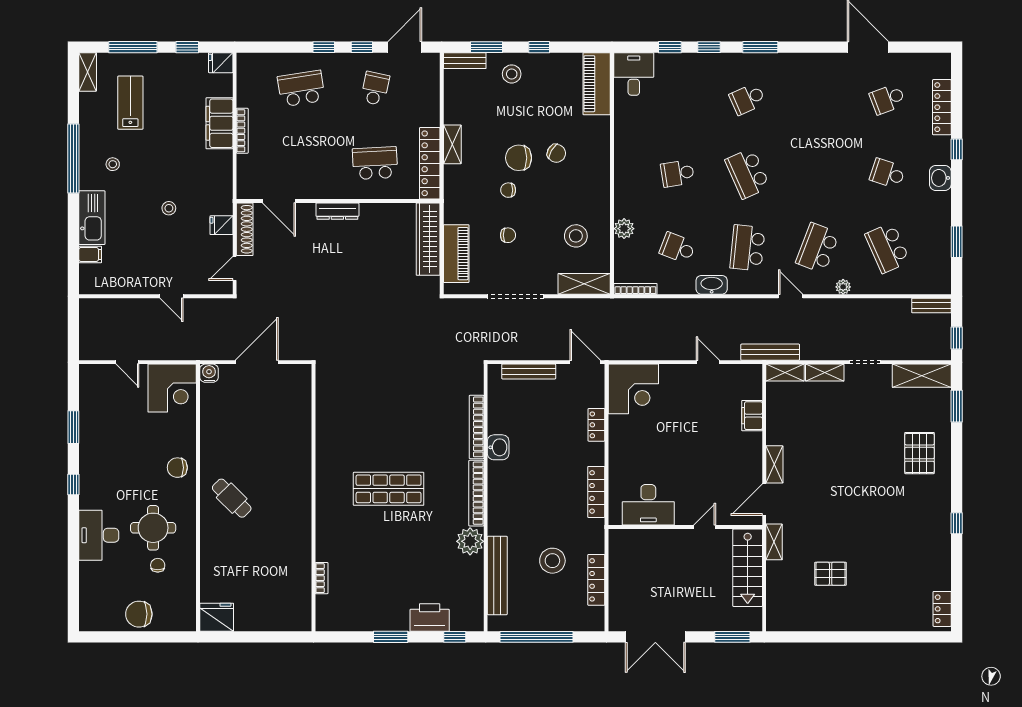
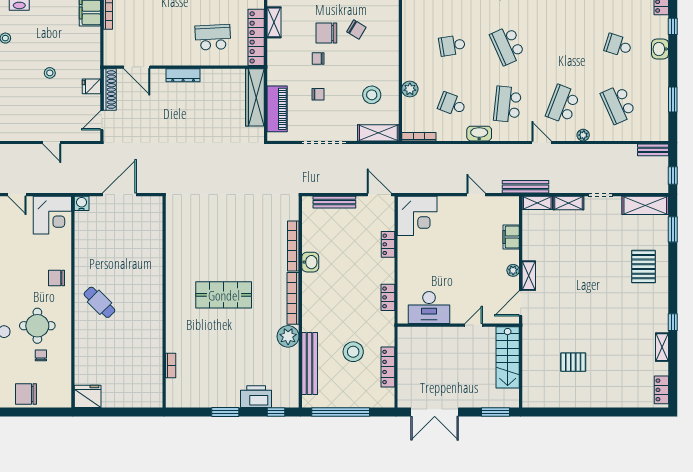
plant: (755, 458) -> (513, 270), added
locker: (596, 492) -> (388, 297), width x0.66
shelving: (774, 542) -> (662, 347), moved

